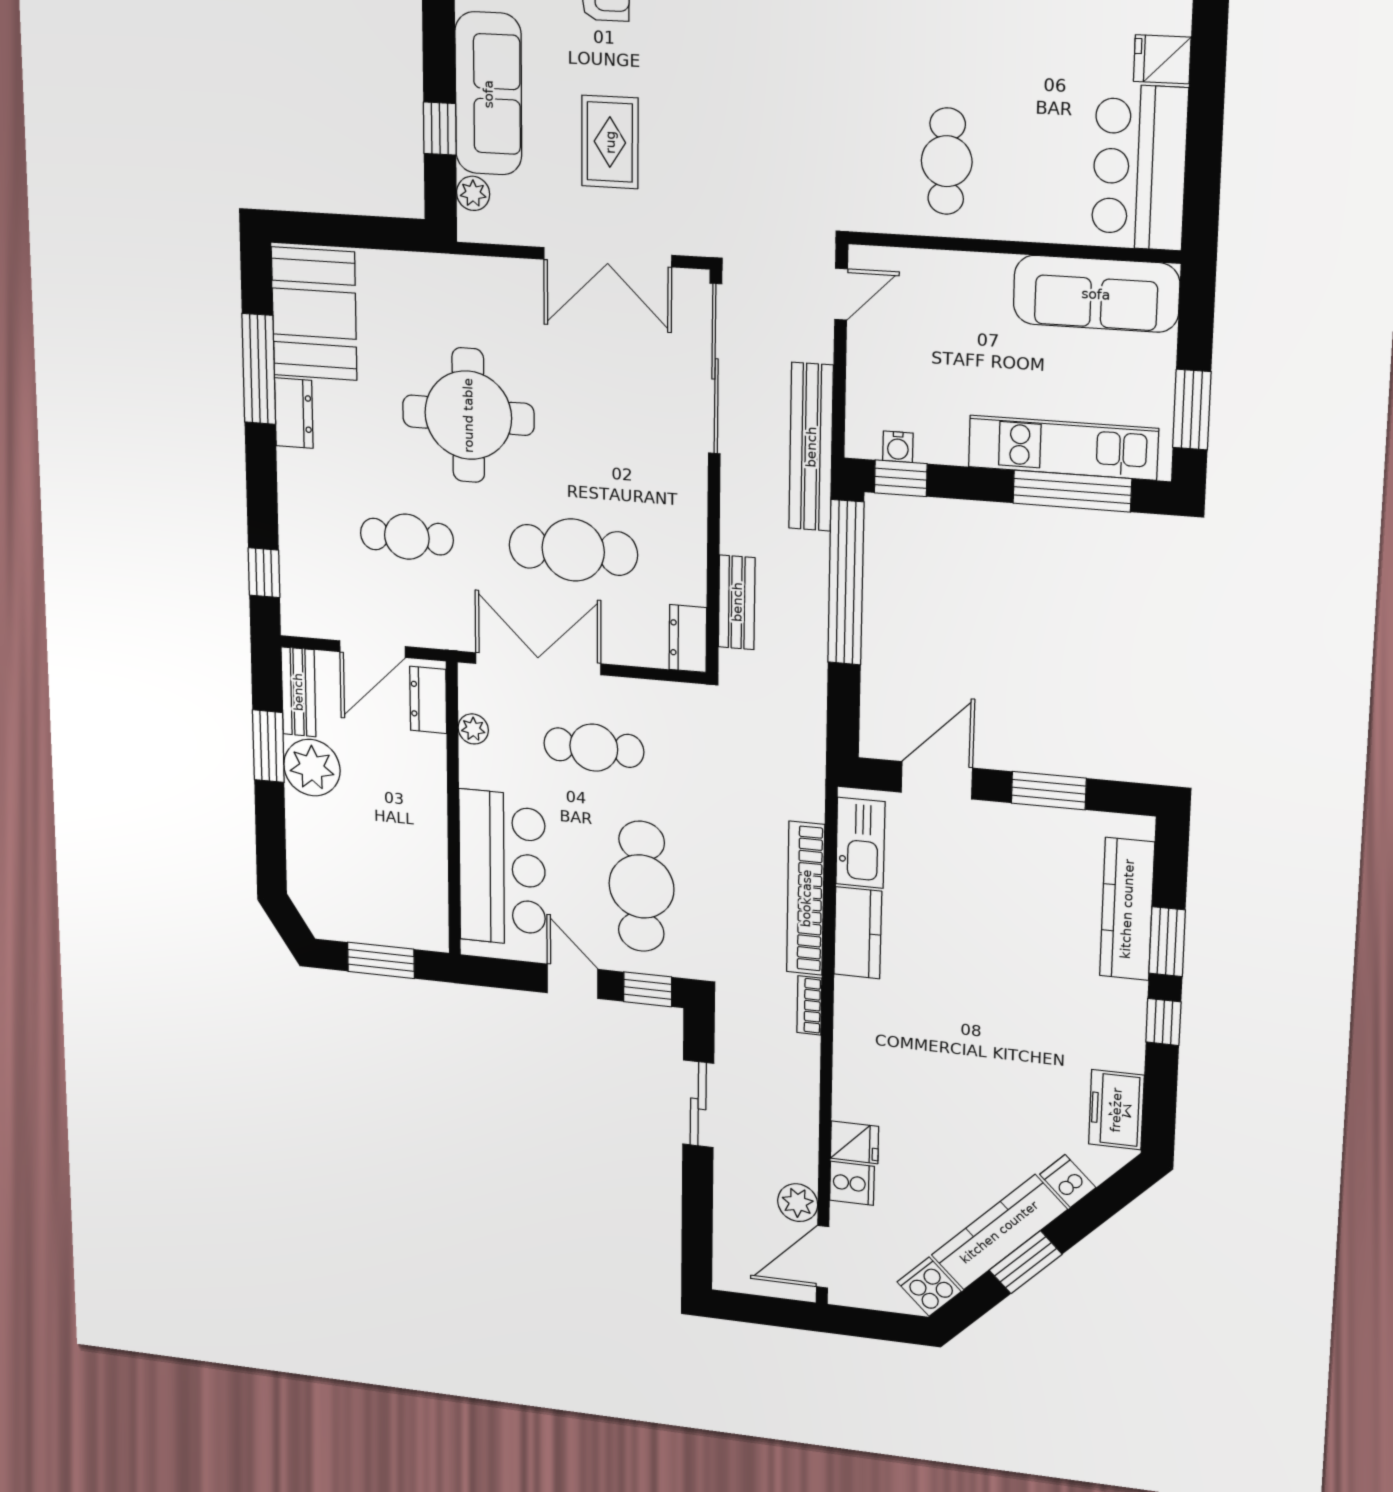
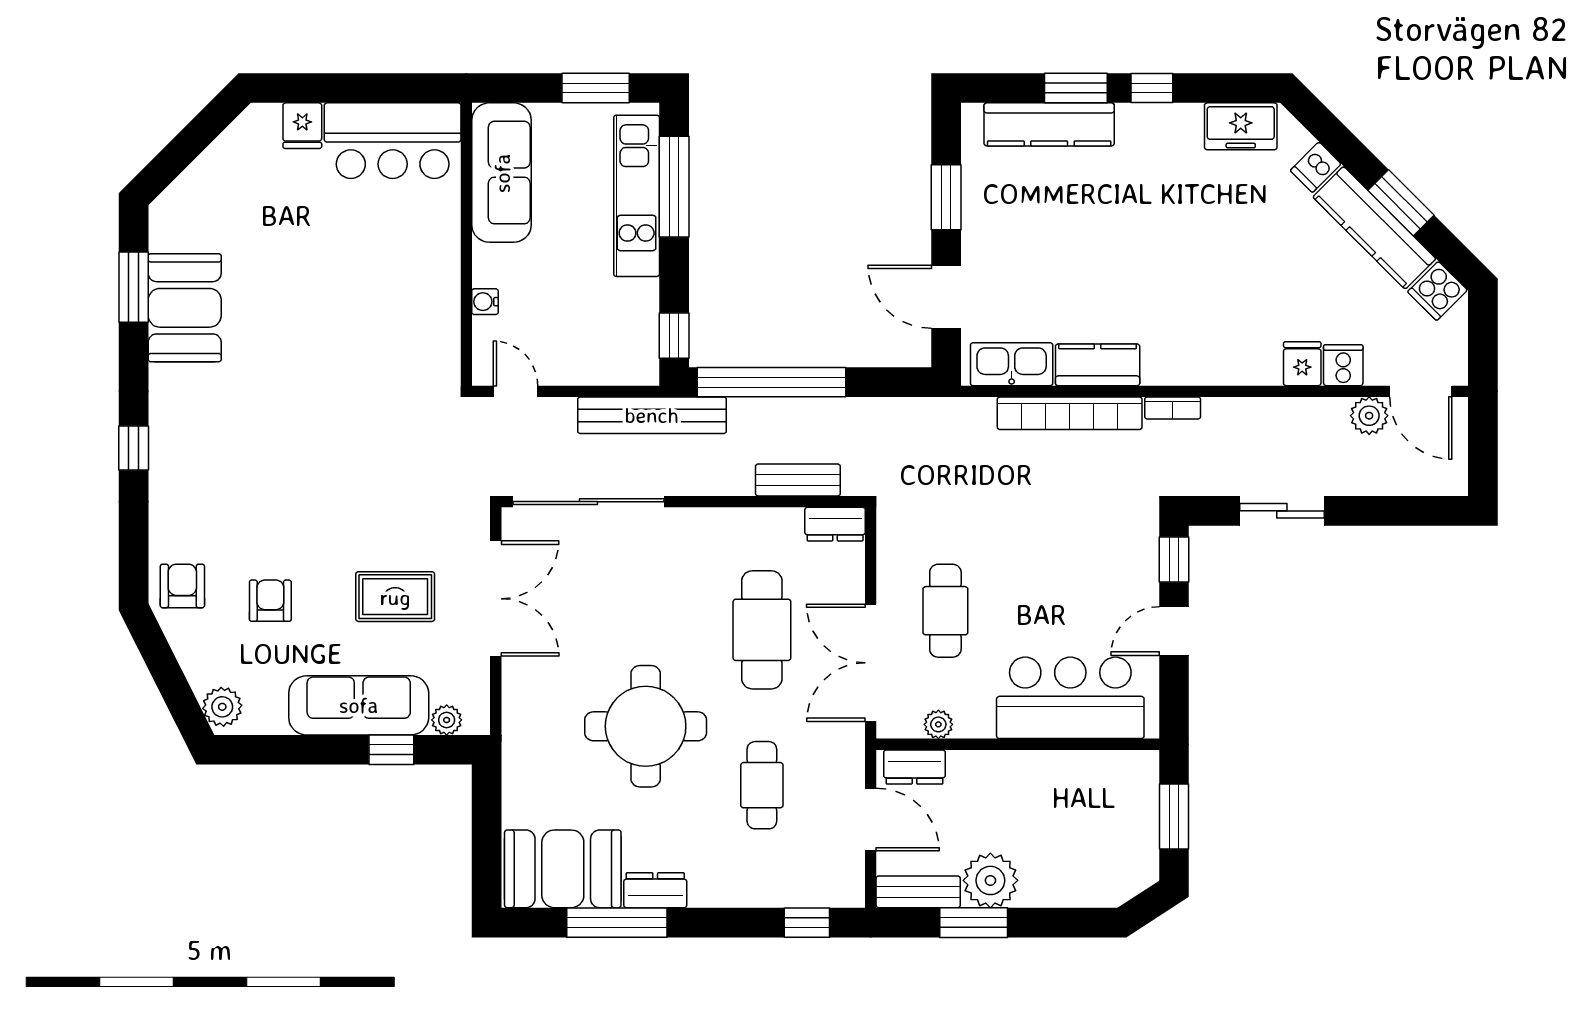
cafe table: (947, 161) -> (396, 303), removed
water cooler: (898, 447) -> (485, 302), moved, turned 180
cafe table: (641, 886) -> (1074, 566), removed

